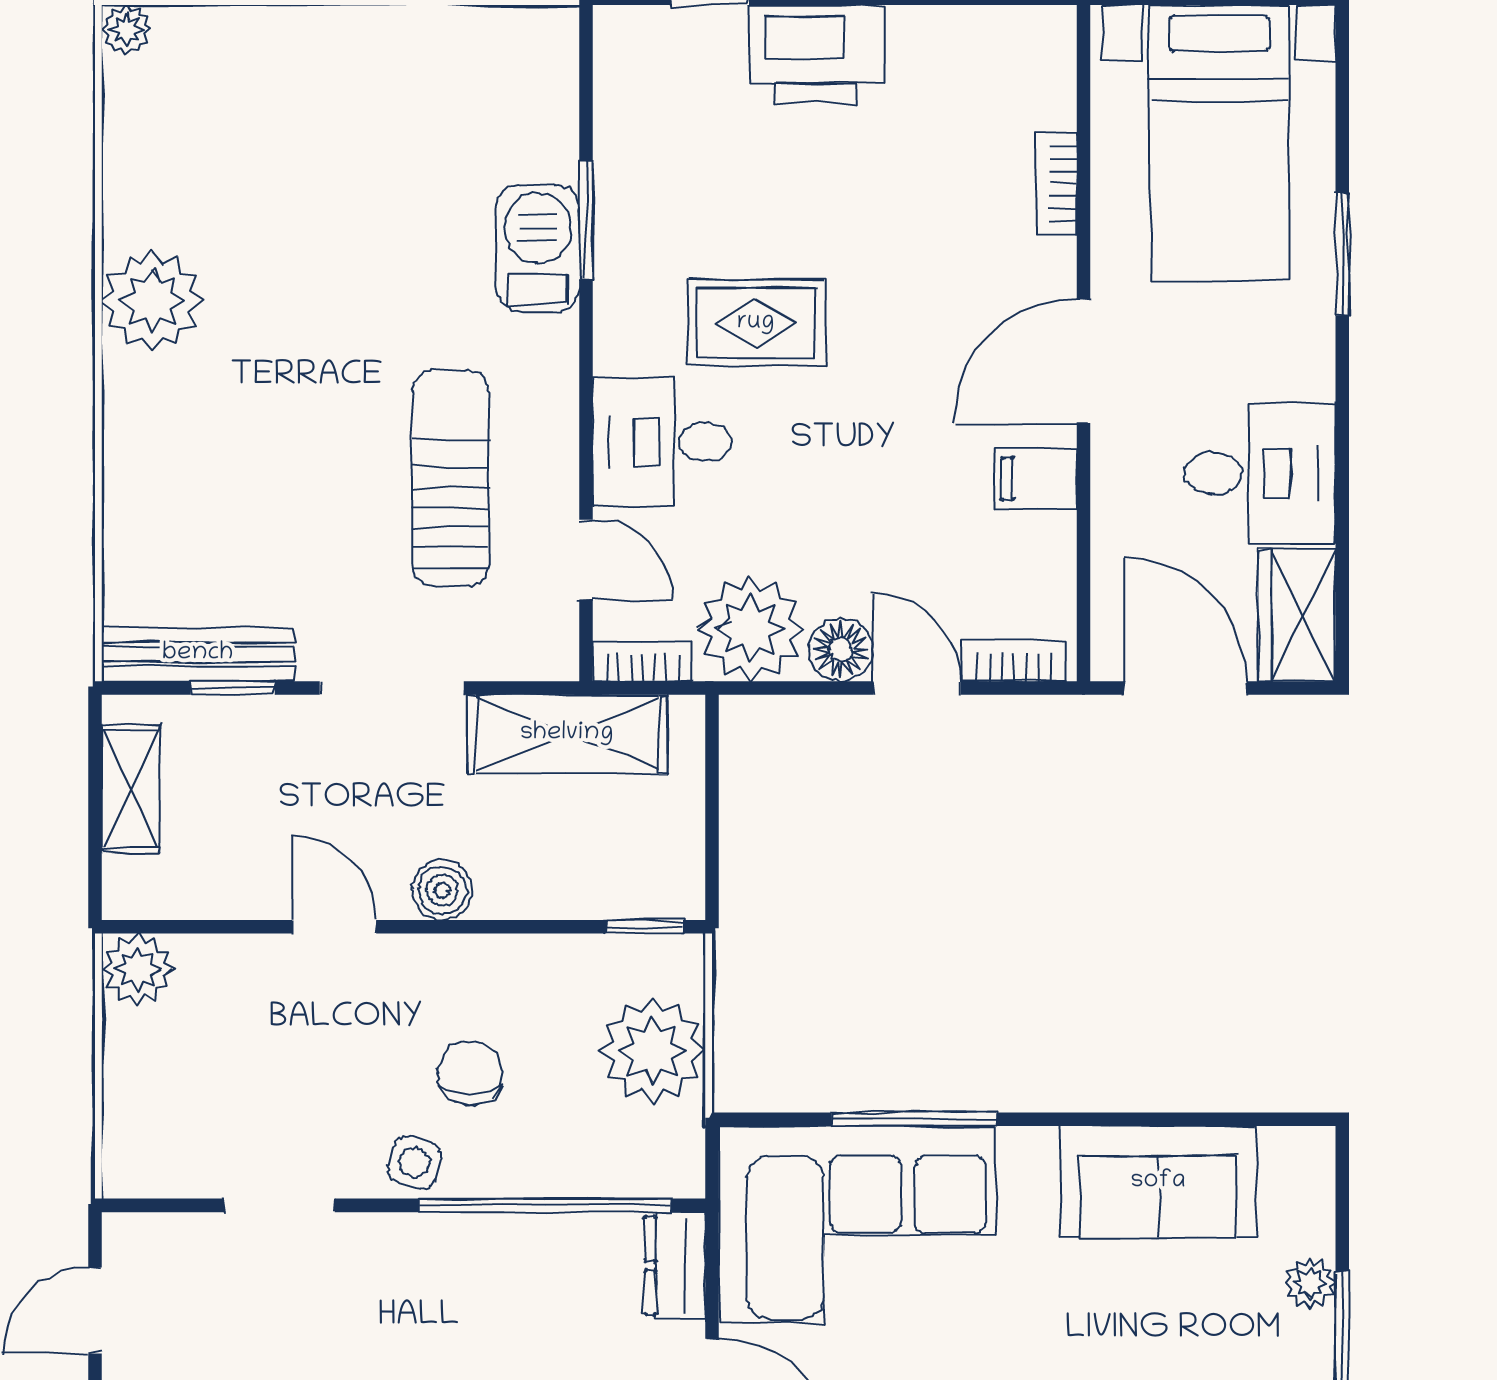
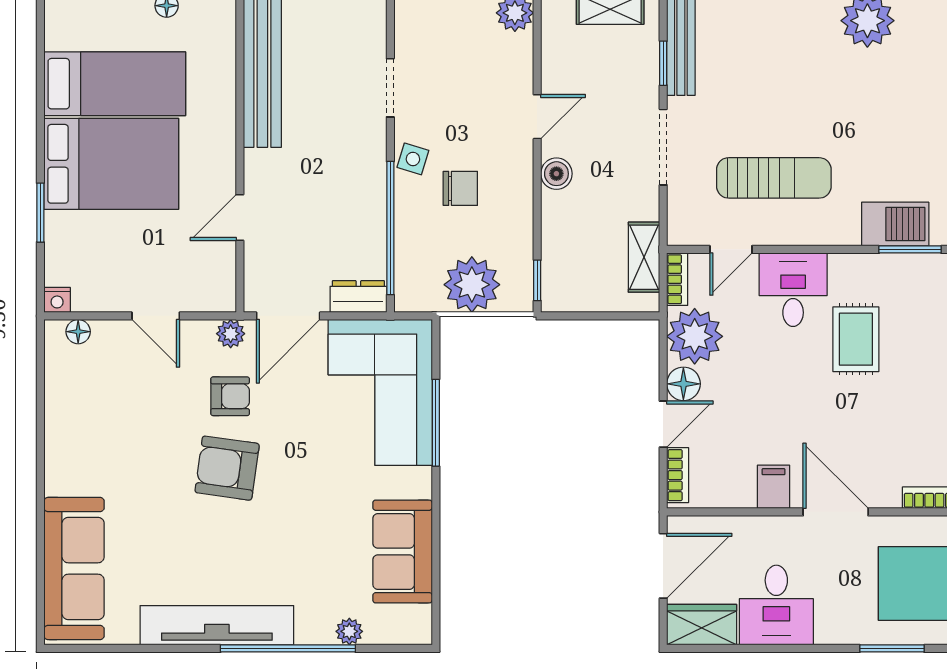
shelving: (567, 734) -> (644, 257), width x0.67, depth x0.75

